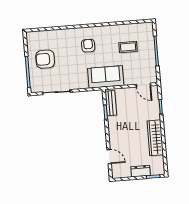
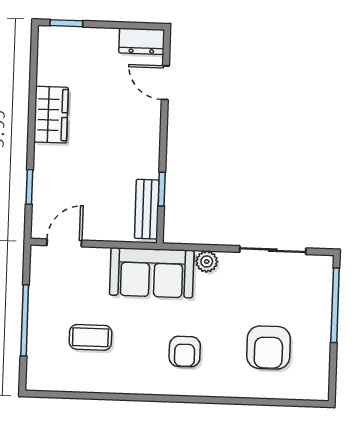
armchair: (45, 59) -> (269, 348), moved, turned 90
plant: (83, 84) -> (207, 261), added
door: (143, 85) -> (64, 243), hinge flipped
wardrobe: (155, 138) -> (51, 115), width x0.67
dresser: (141, 171) -> (142, 41), moved

